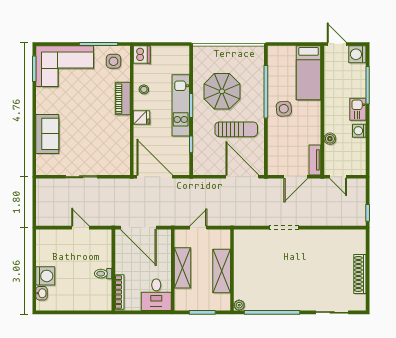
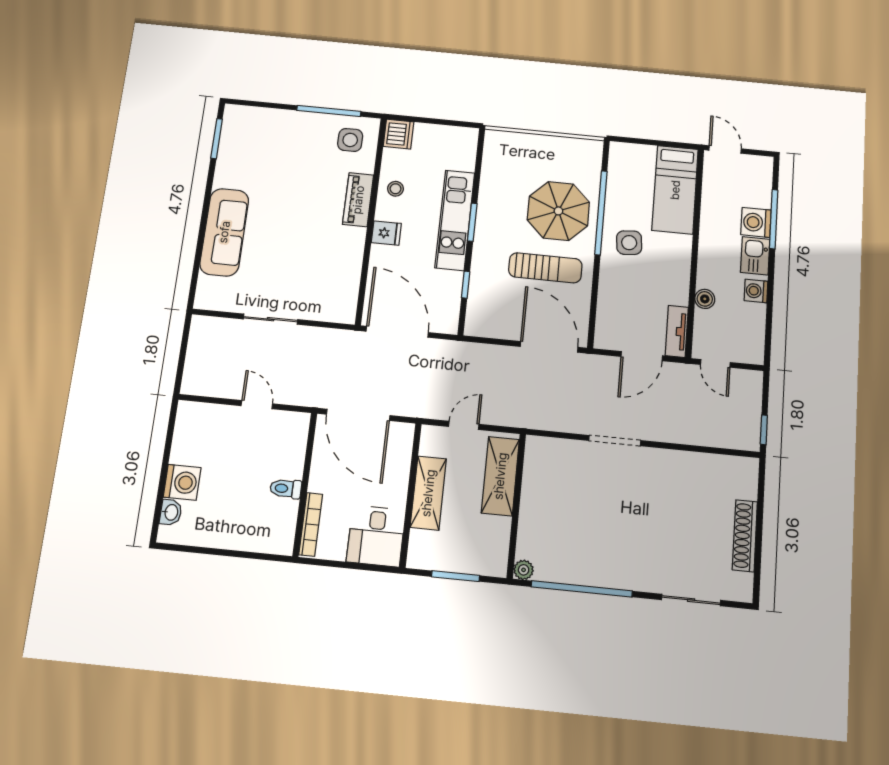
washing machine: (357, 54) -> (756, 222), moved
corner sofa: (65, 66) -> (268, 140), removed
parasol: (222, 91) -> (558, 211), moved
sofa: (47, 134) -> (224, 232), width x1.36
shelving: (222, 271) -> (500, 476), moved

